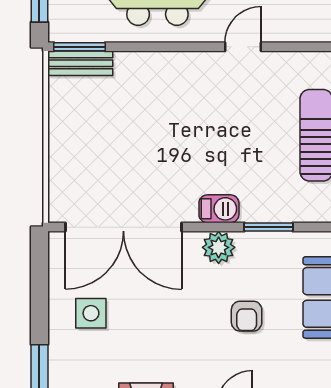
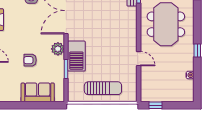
barbecue: (219, 209) -> (76, 56), width x1.88, depth x1.53

